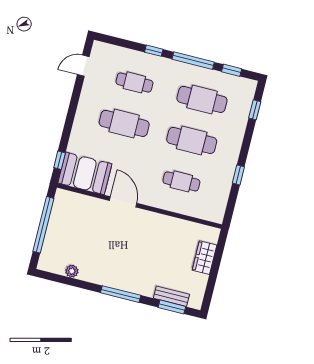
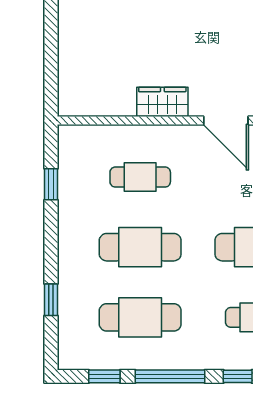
window: (255, 110) -> (51, 300), moved
window: (238, 175) -> (51, 184), moved
wardrobe: (204, 258) -> (162, 102), moved, turned -90

